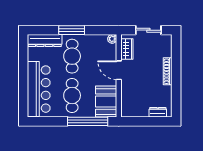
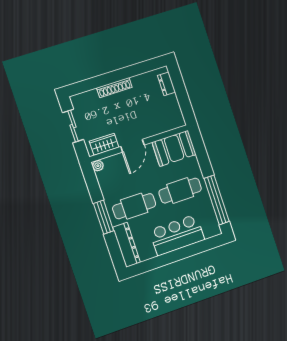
bar counter: (39, 89) -> (177, 235), width x0.73
window: (88, 121) -> (217, 200), moved

